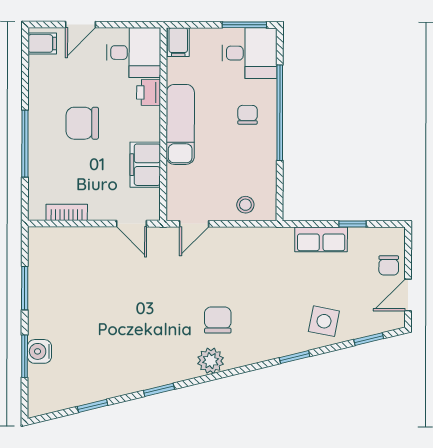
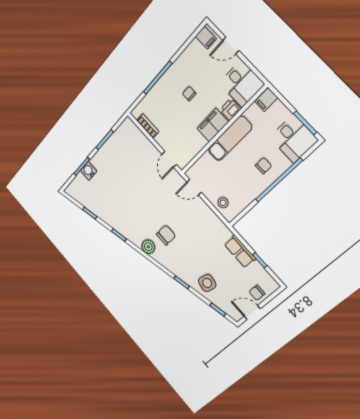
chair: (82, 123) -> (189, 94), width x0.54, depth x0.54
filing cabinet: (145, 165) -> (213, 125), moved

